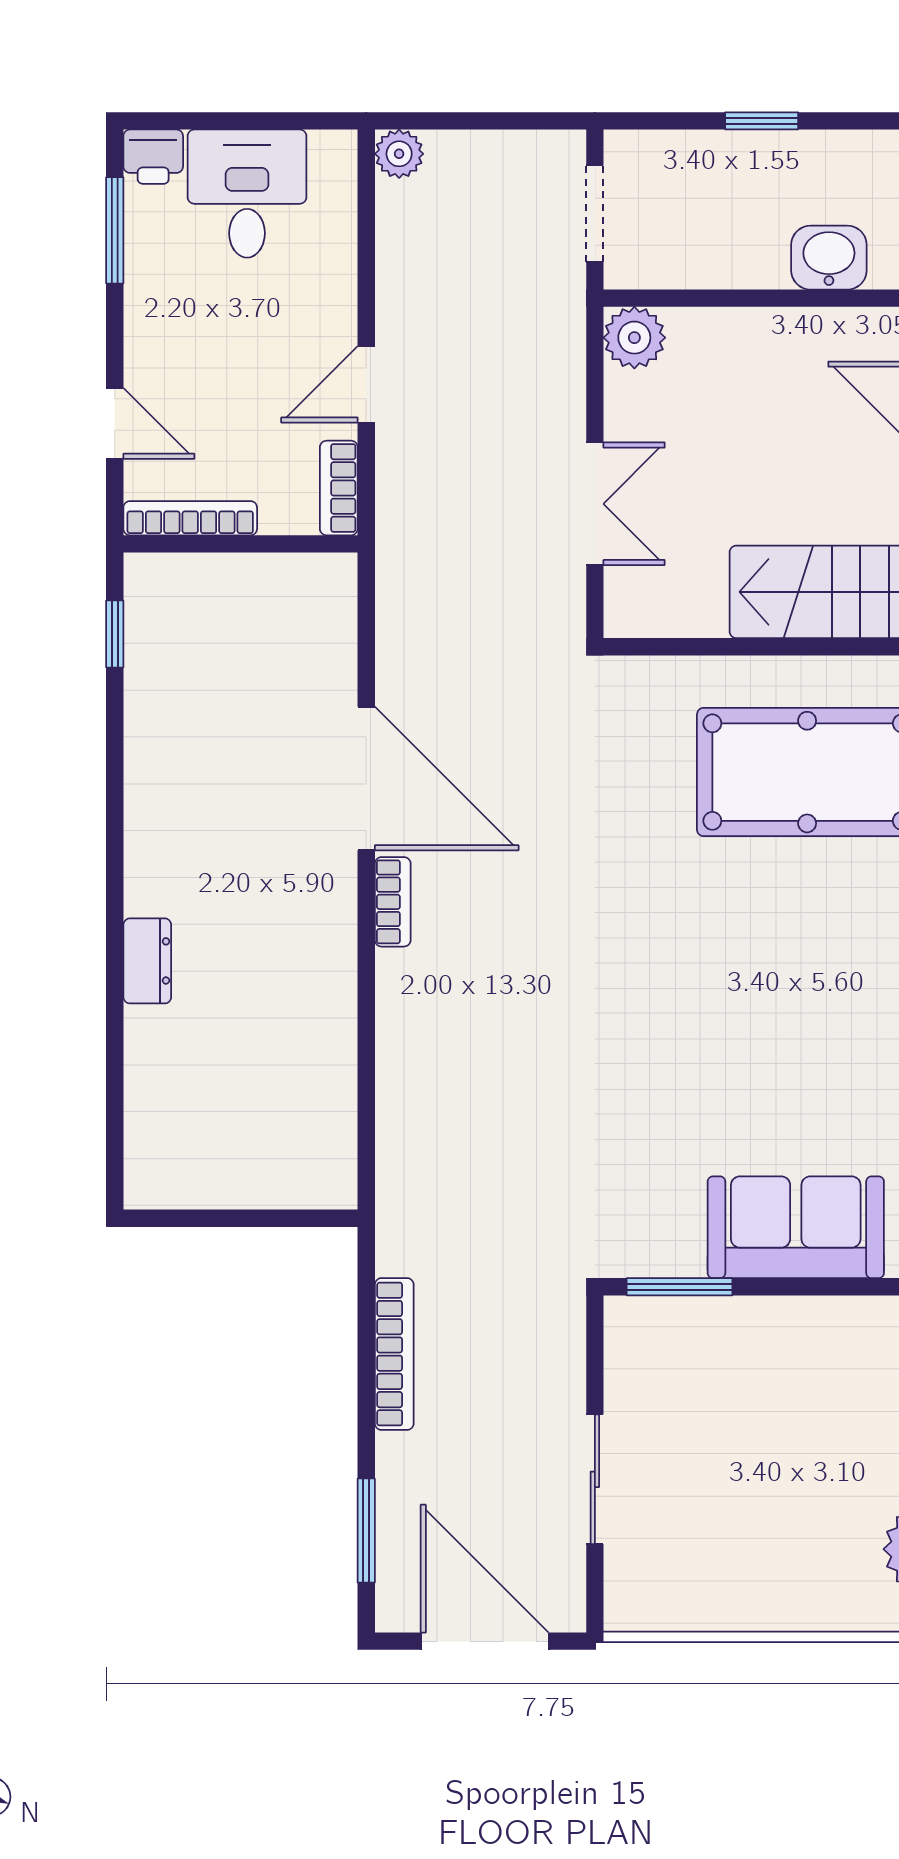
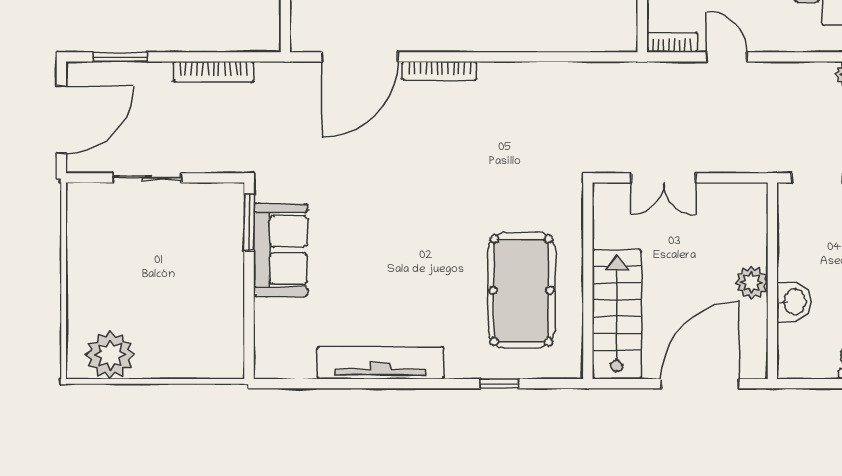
plant: (634, 338) -> (751, 282), moved
door: (366, 778) -> (360, 57), moved
bookcase: (393, 902) -> (439, 71), width x1.56
sofa: (796, 1227) -> (280, 250), moved

